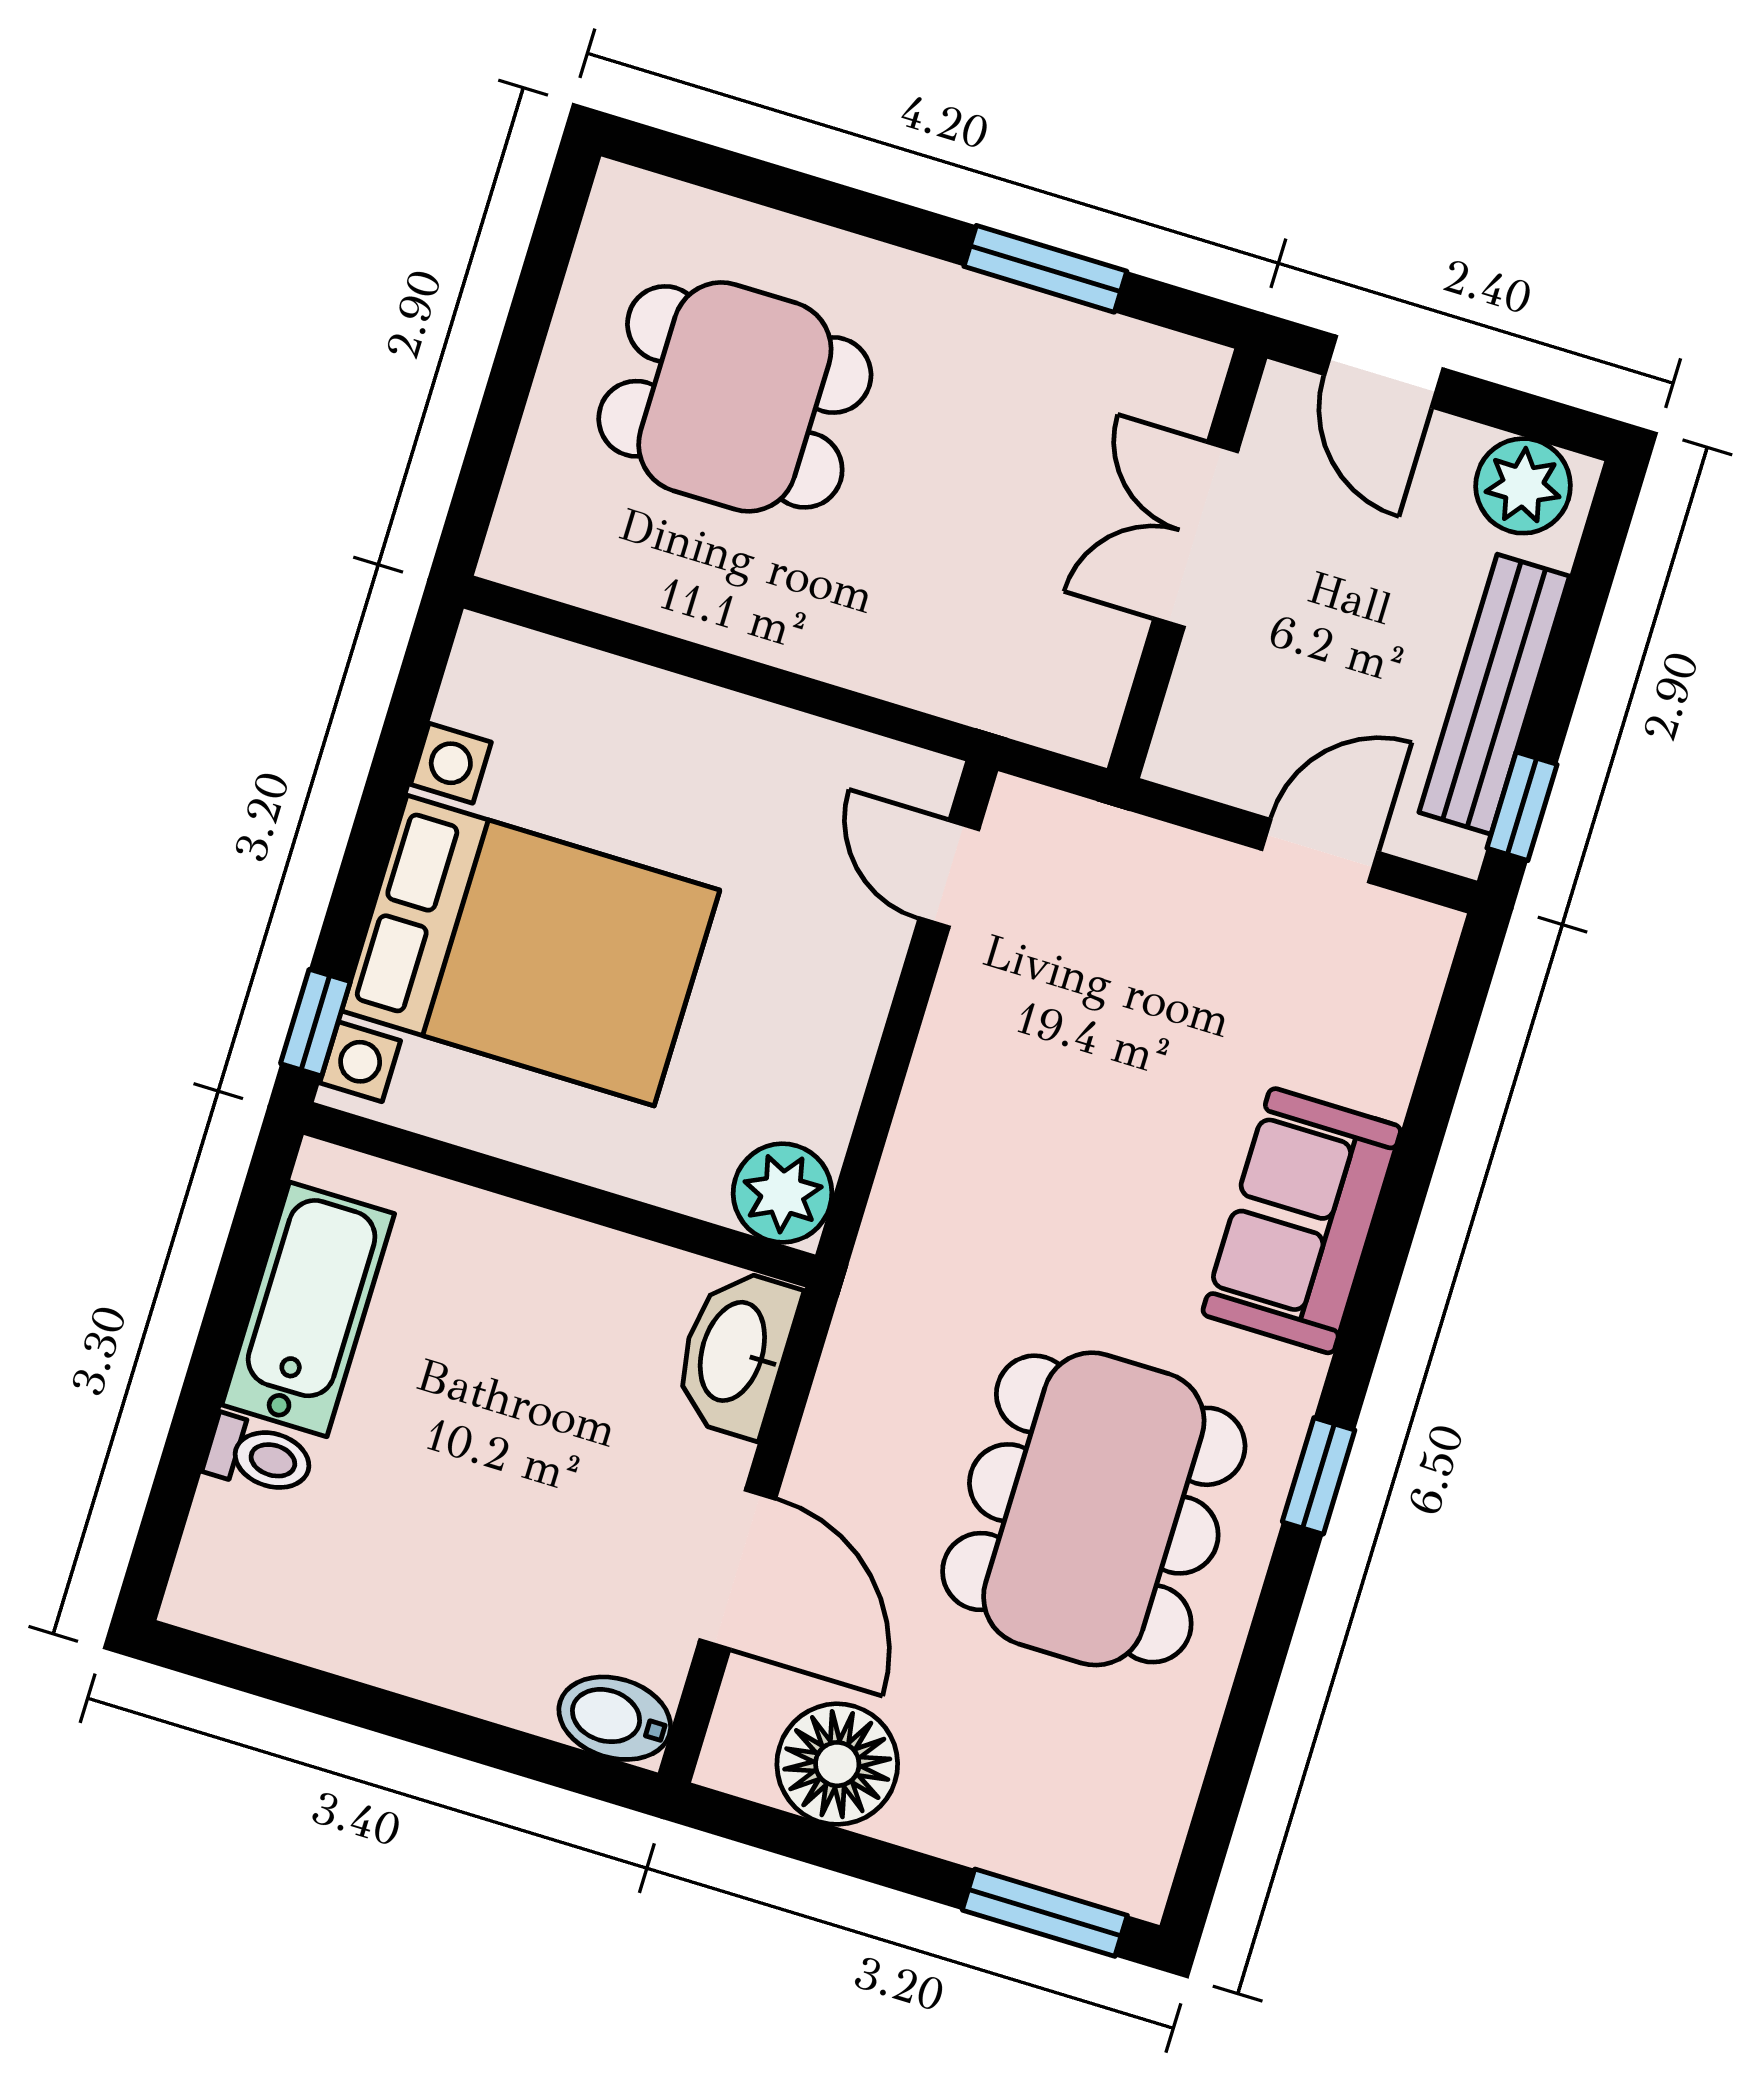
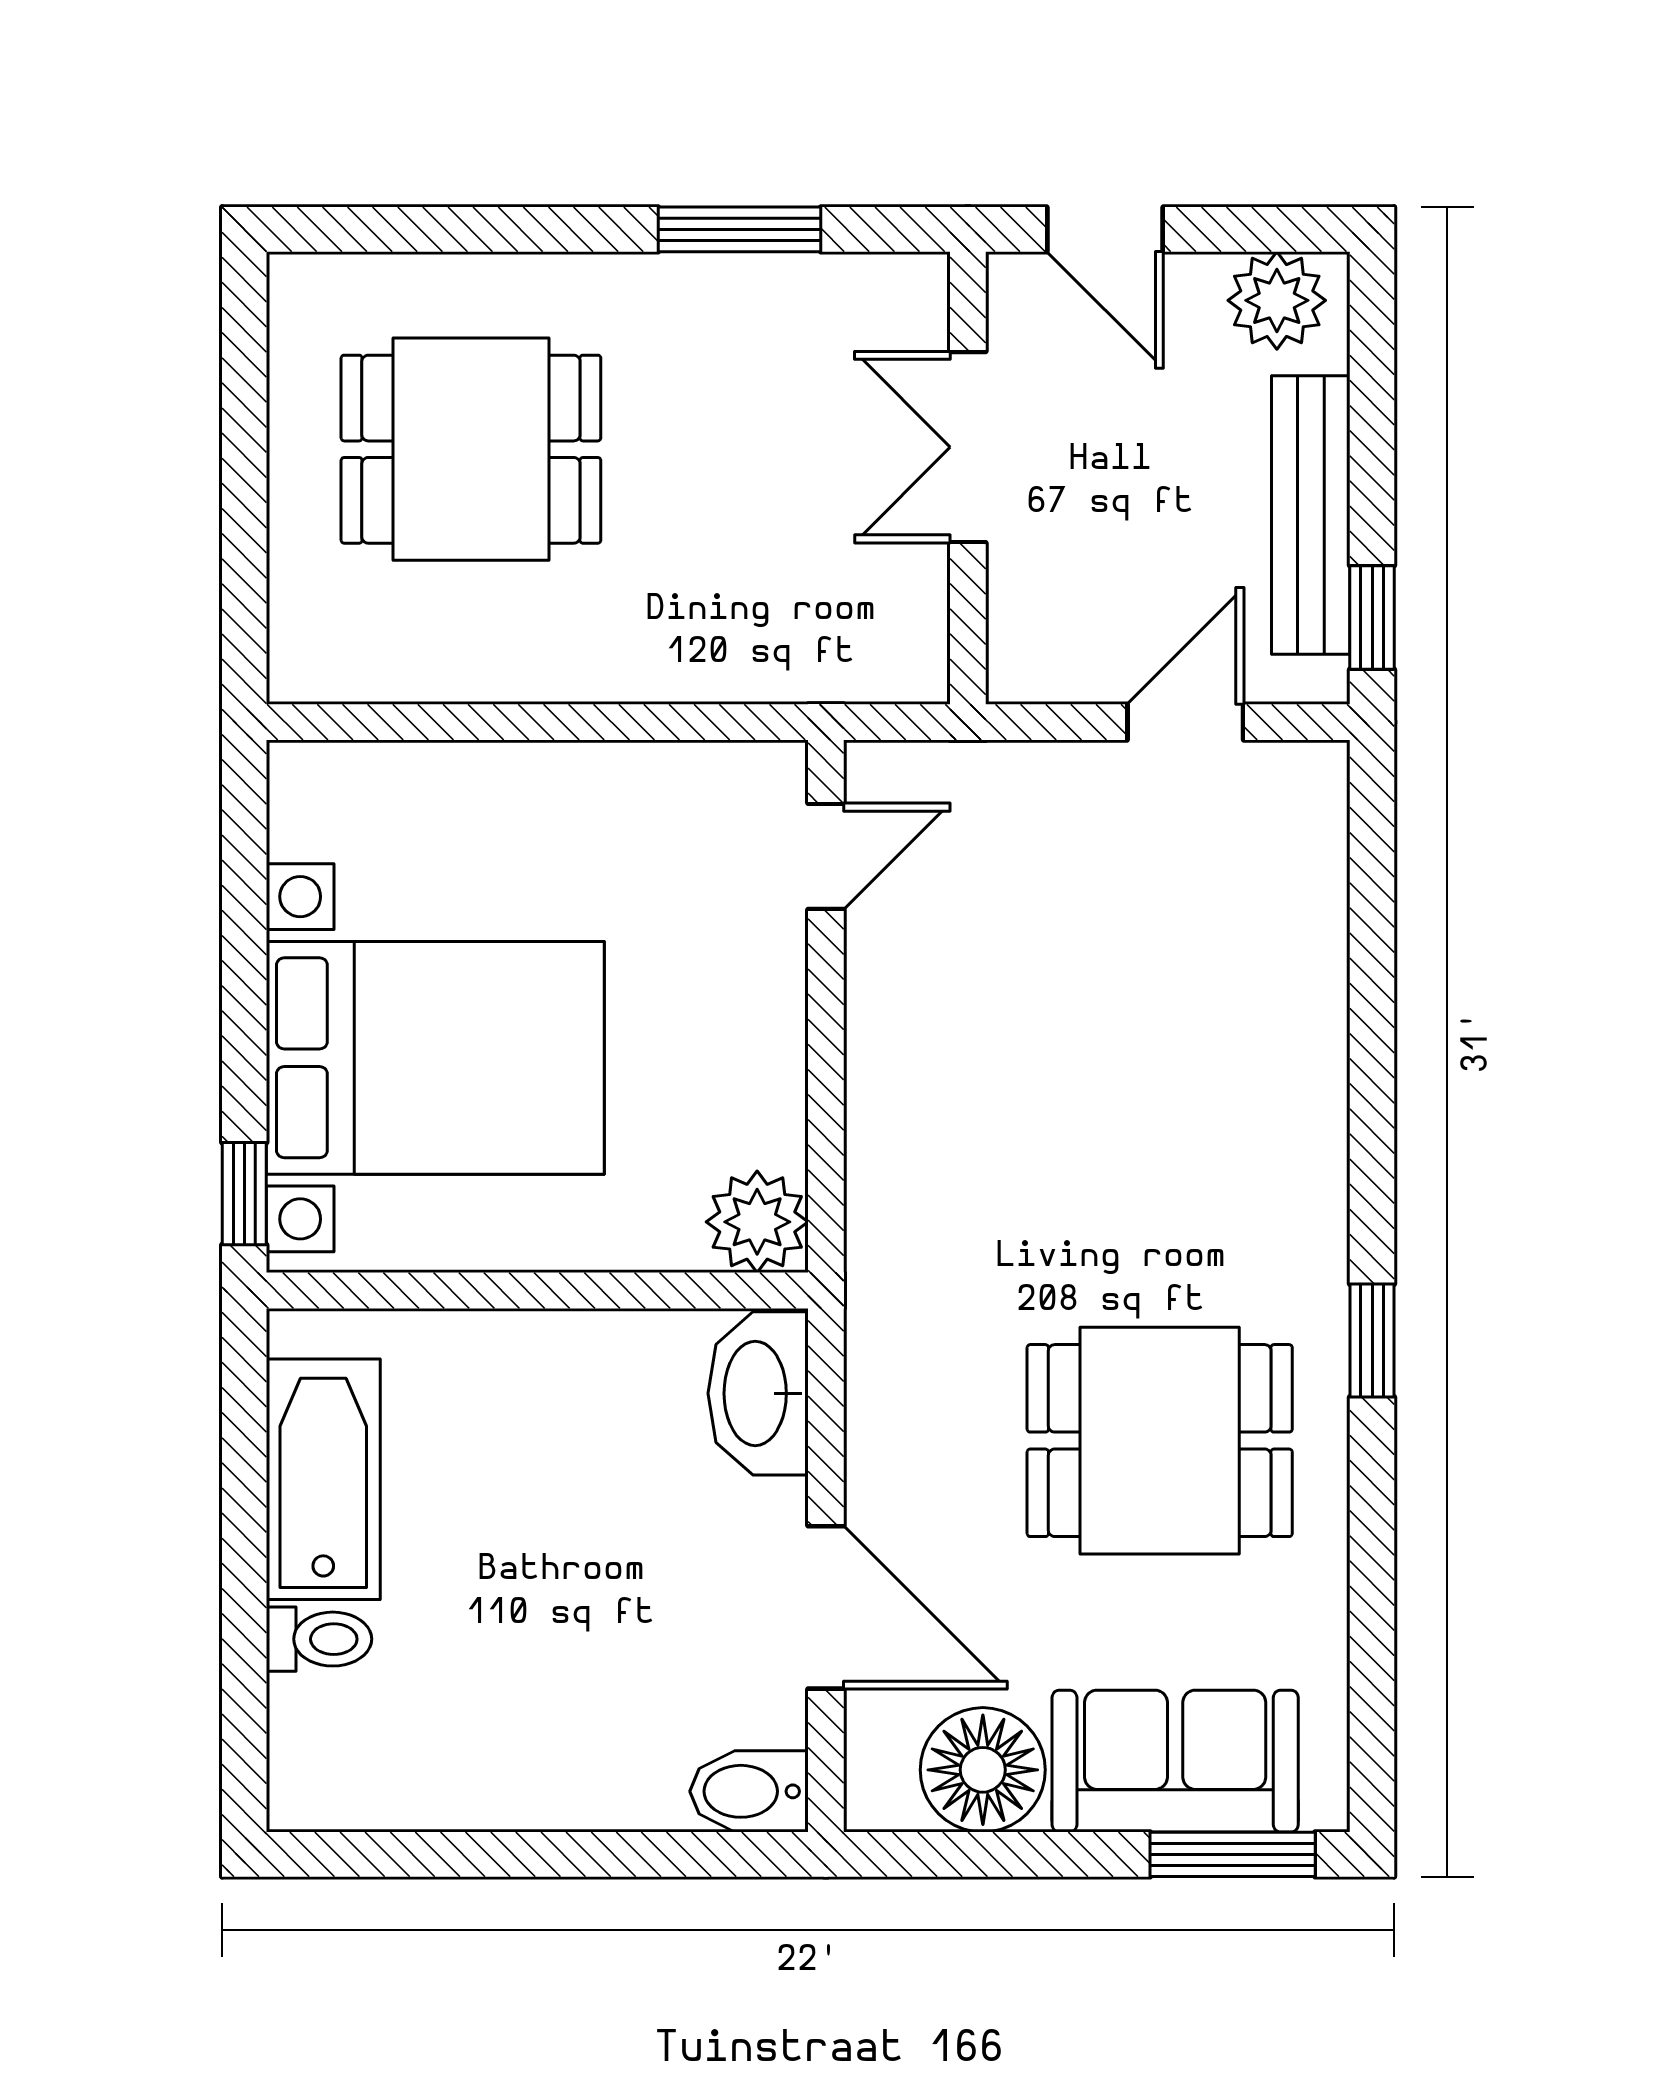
door: (949, 874) -> (826, 856), swing flipped
sofa: (1302, 1221) -> (1175, 1761), moved, turned 90
dining table: (1094, 1509) -> (1160, 1441), width x0.73

